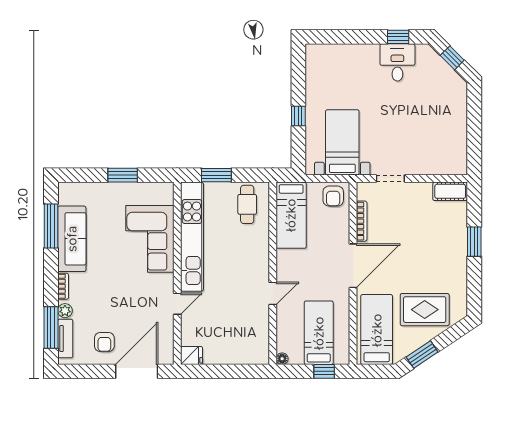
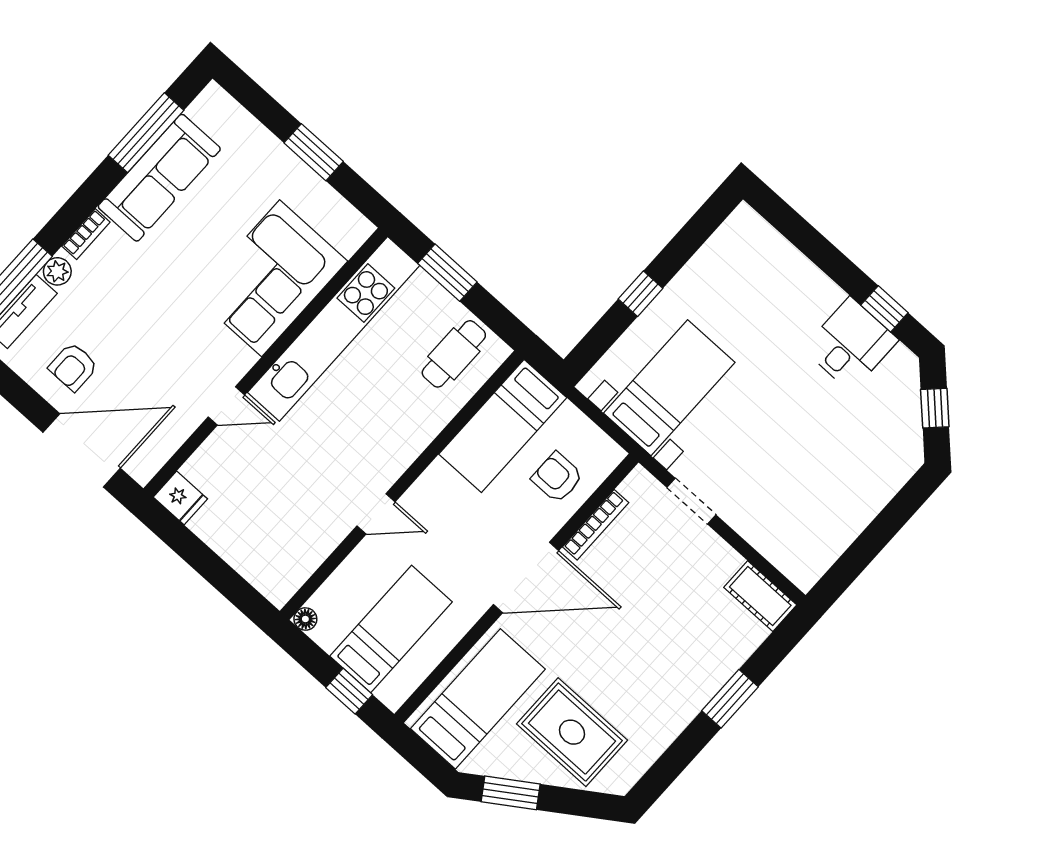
armchair: (333, 196) -> (557, 477), moved, turned 90

